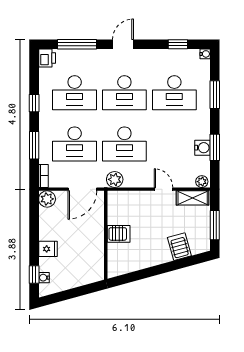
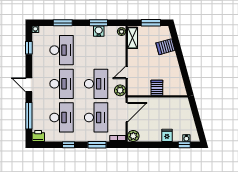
door: (82, 189) -> (127, 112), hinge flipped
door: (164, 189) -> (127, 72), moved

